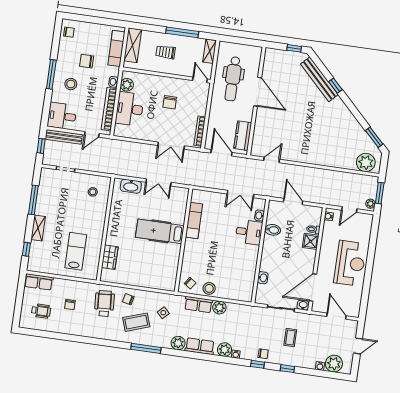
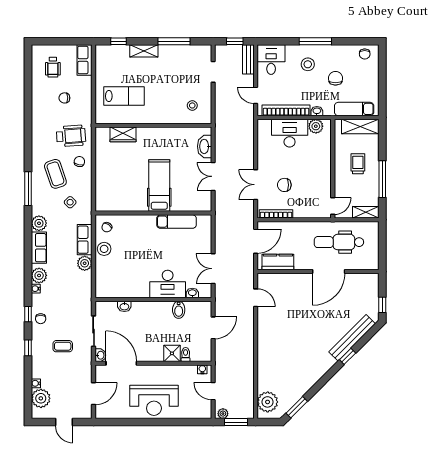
chair: (170, 102) -> (284, 185), moved
bench: (64, 137) -> (248, 59), width x0.73
desk: (249, 232) -> (168, 284), width x1.37

